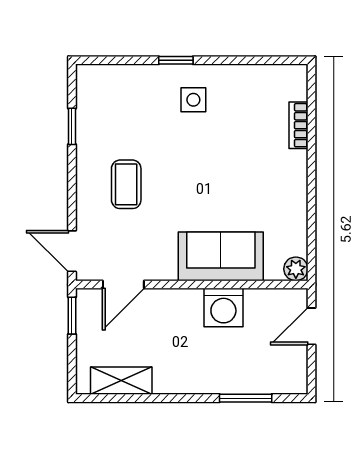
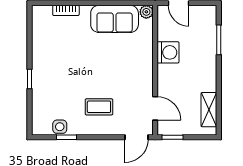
side table: (193, 100) -> (60, 127), moved
sofa: (221, 256) -> (115, 19), moved, turned -90

